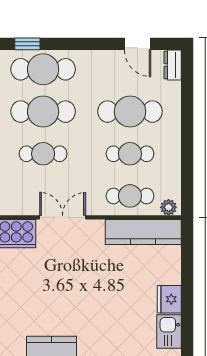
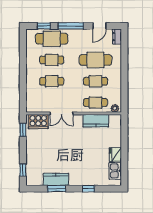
window: (81, 44) -> (71, 26), added
door: (138, 44) -> (99, 26), hinge flipped
cafe table: (43, 112) -> (52, 60), width x0.73, depth x0.74
double door: (63, 217) -> (62, 113), swing flipped
kitchen counter: (143, 232) -> (96, 121), width x0.67

